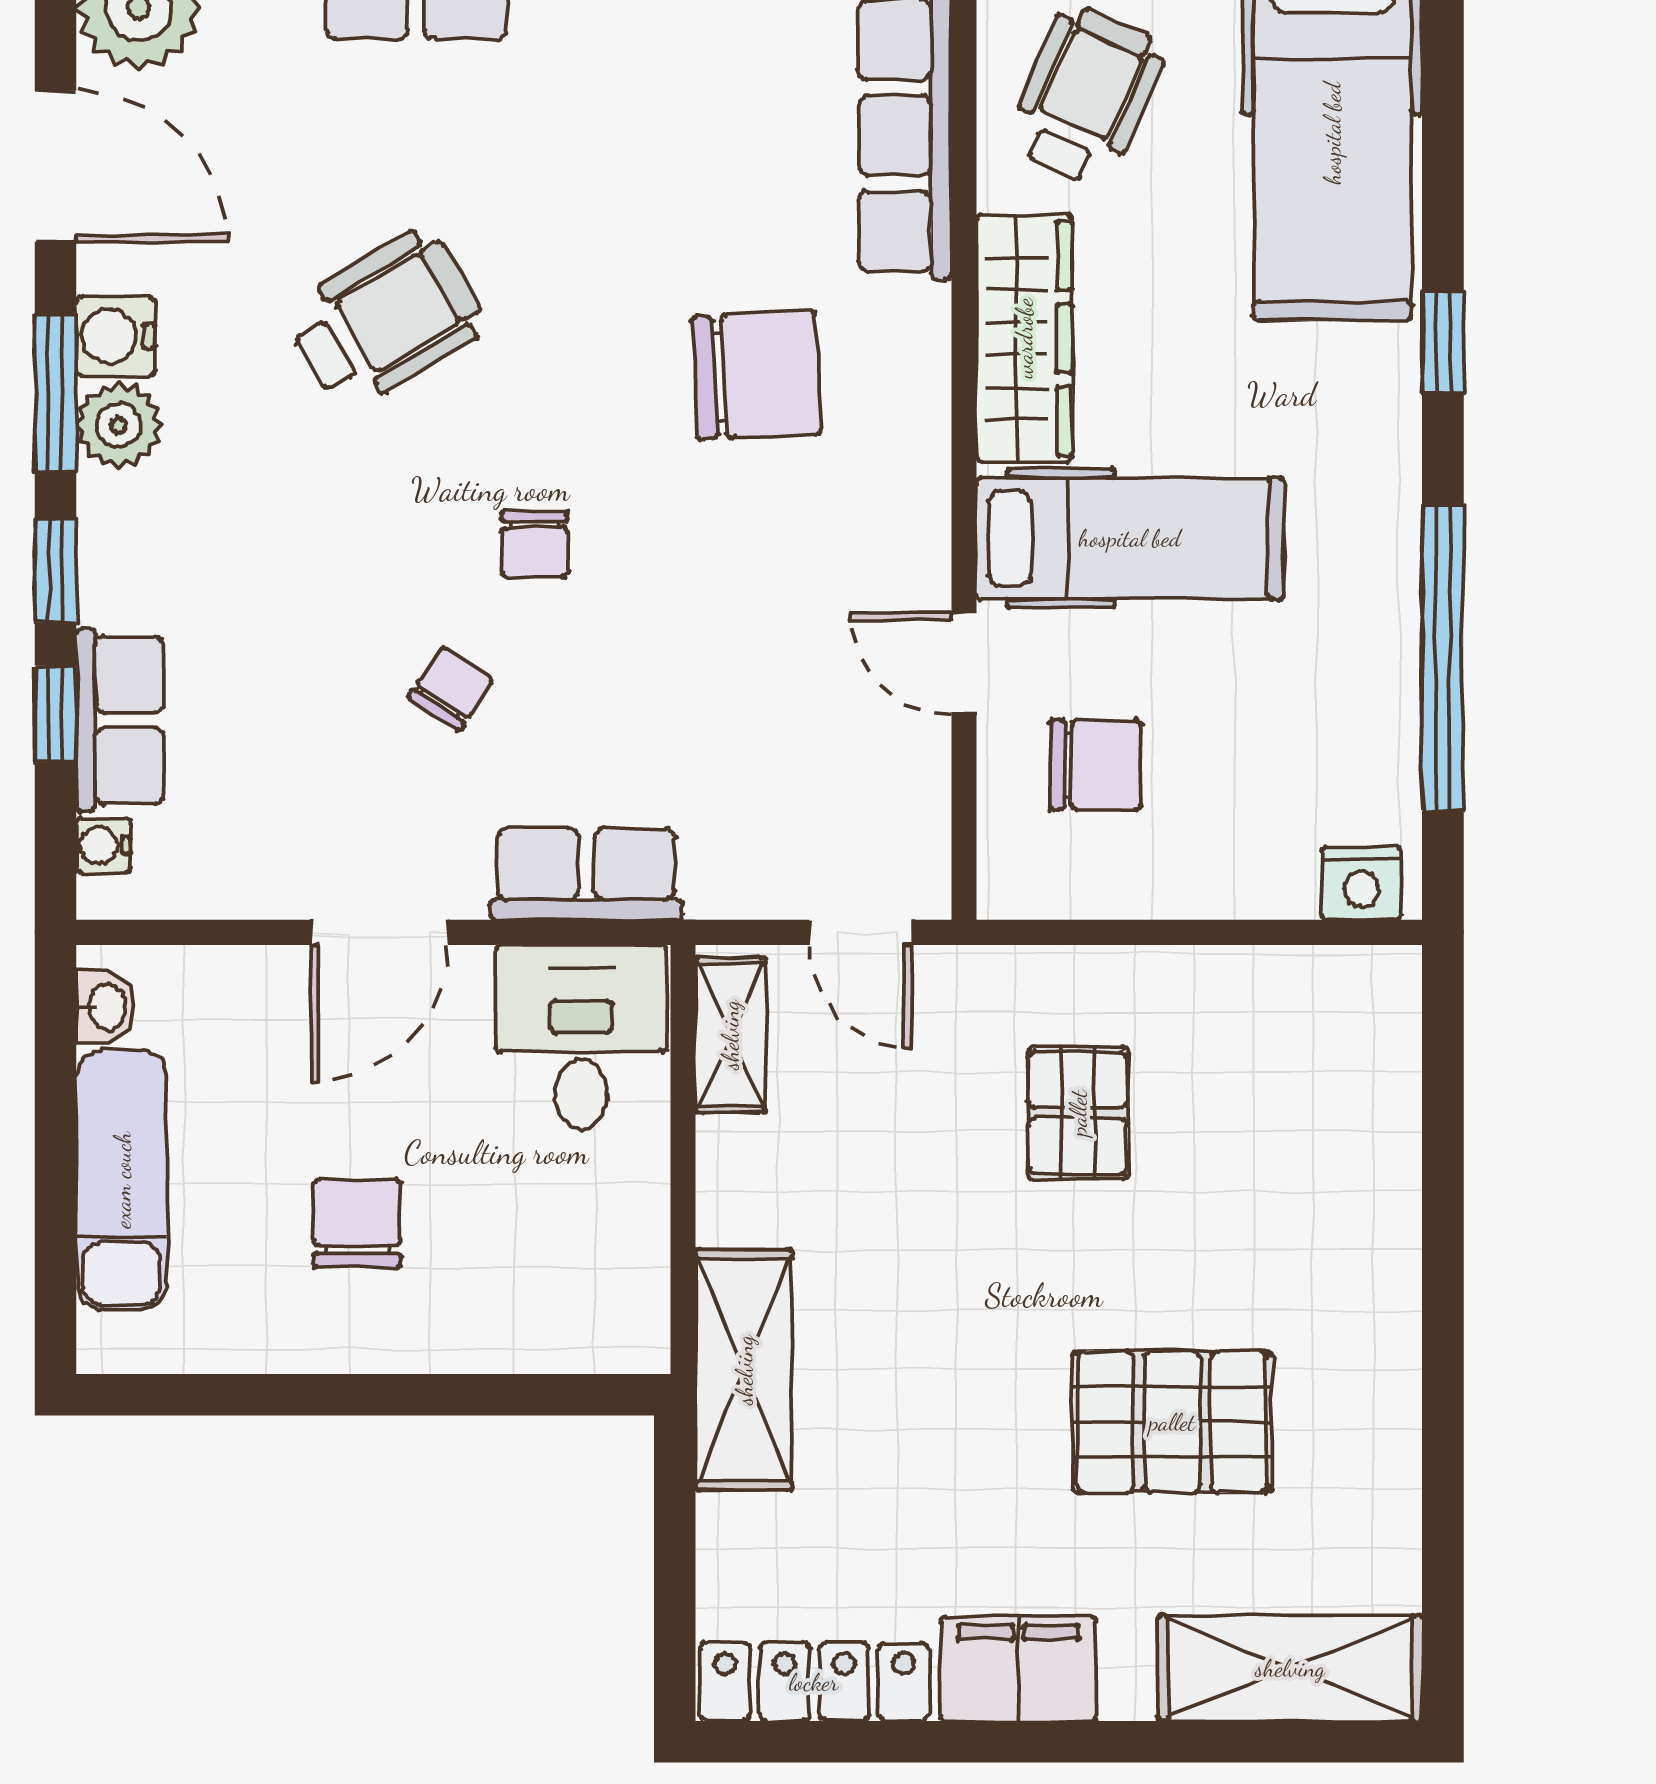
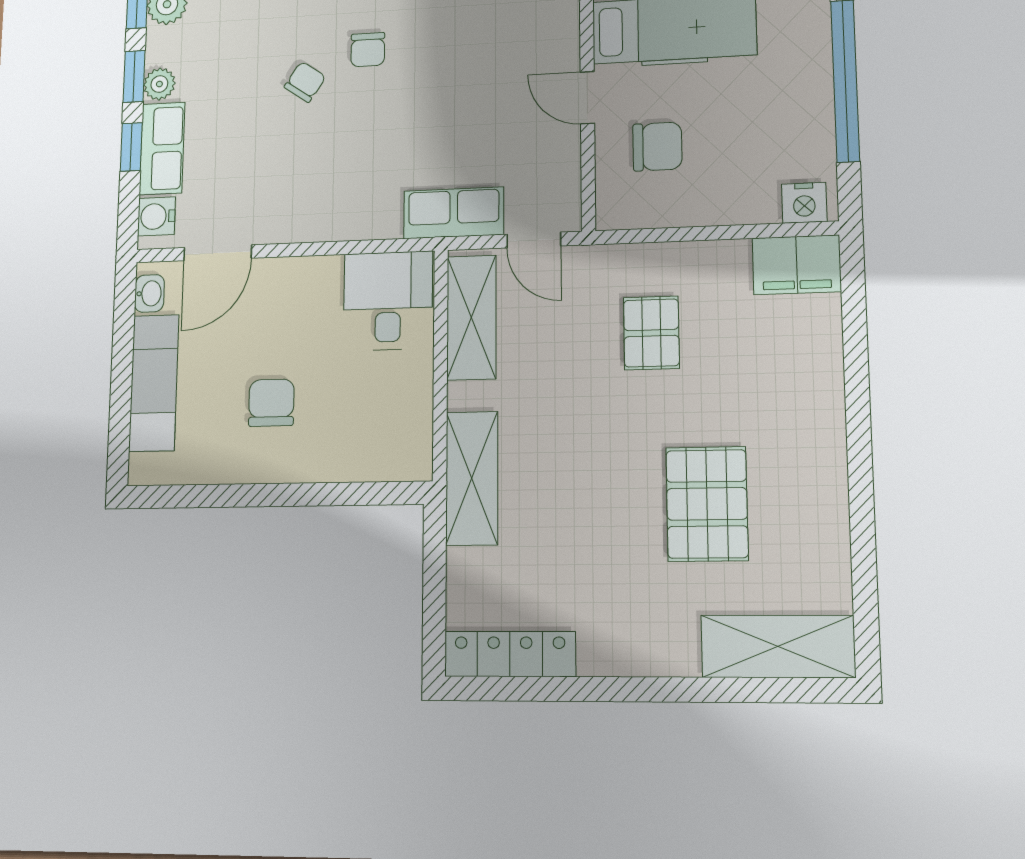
plant: (109, 589) -> (159, 84), added
chair: (451, 688) -> (305, 82), moved
water cooler: (103, 845) -> (156, 216), width x1.38, depth x1.38
row of seats: (586, 874) -> (454, 213), moved
door: (380, 932) -> (218, 253), moved
shelving: (730, 1035) -> (471, 317), width x1.50, depth x1.33
pallet: (1172, 1422) -> (707, 504), turned 90
filing cabinet: (1018, 1669) -> (797, 265), moved, turned 180

